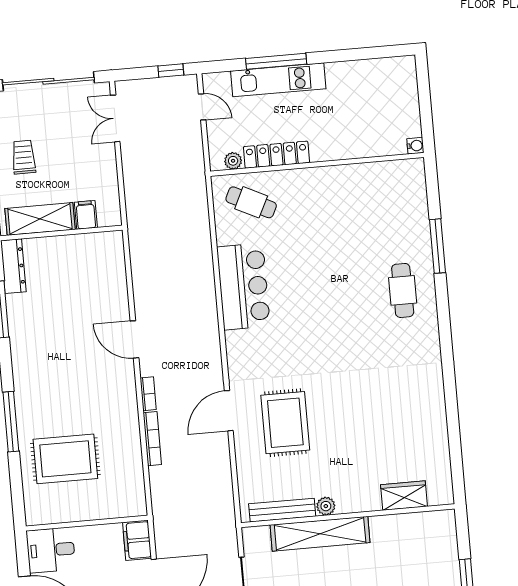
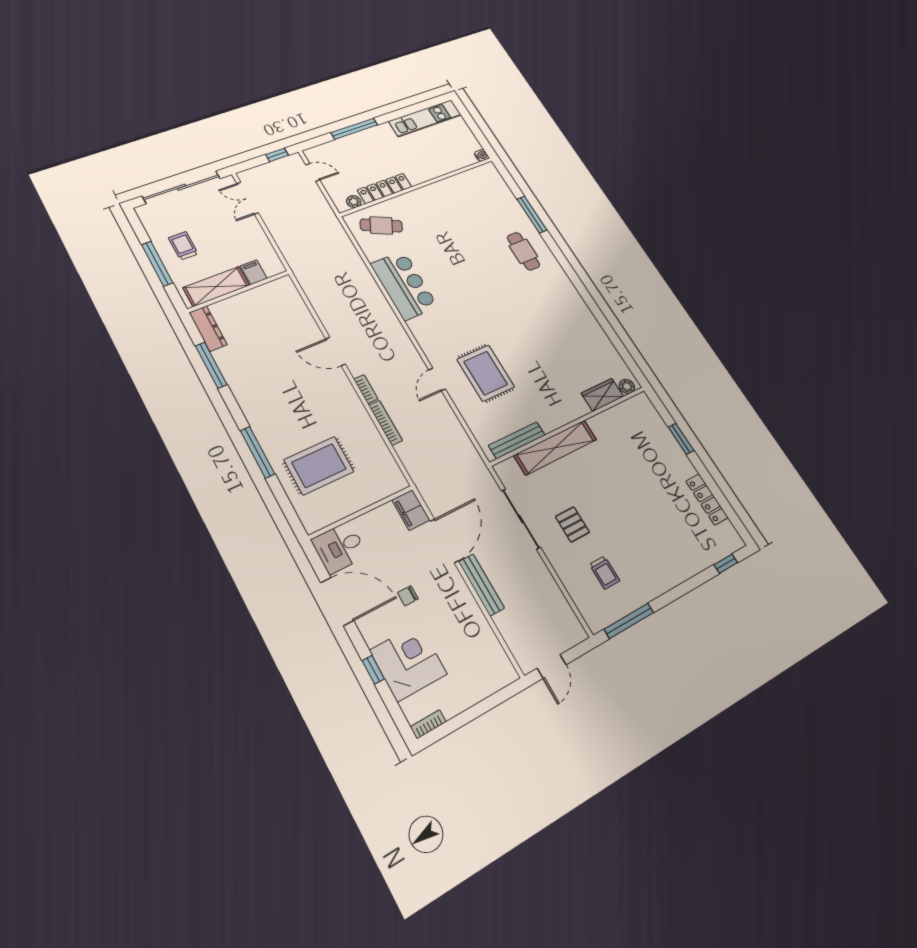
kitchen unit: (278, 80) -> (425, 118), moved
door: (229, 411) -> (437, 379), width x0.73
plant: (326, 506) -> (627, 386), moved

